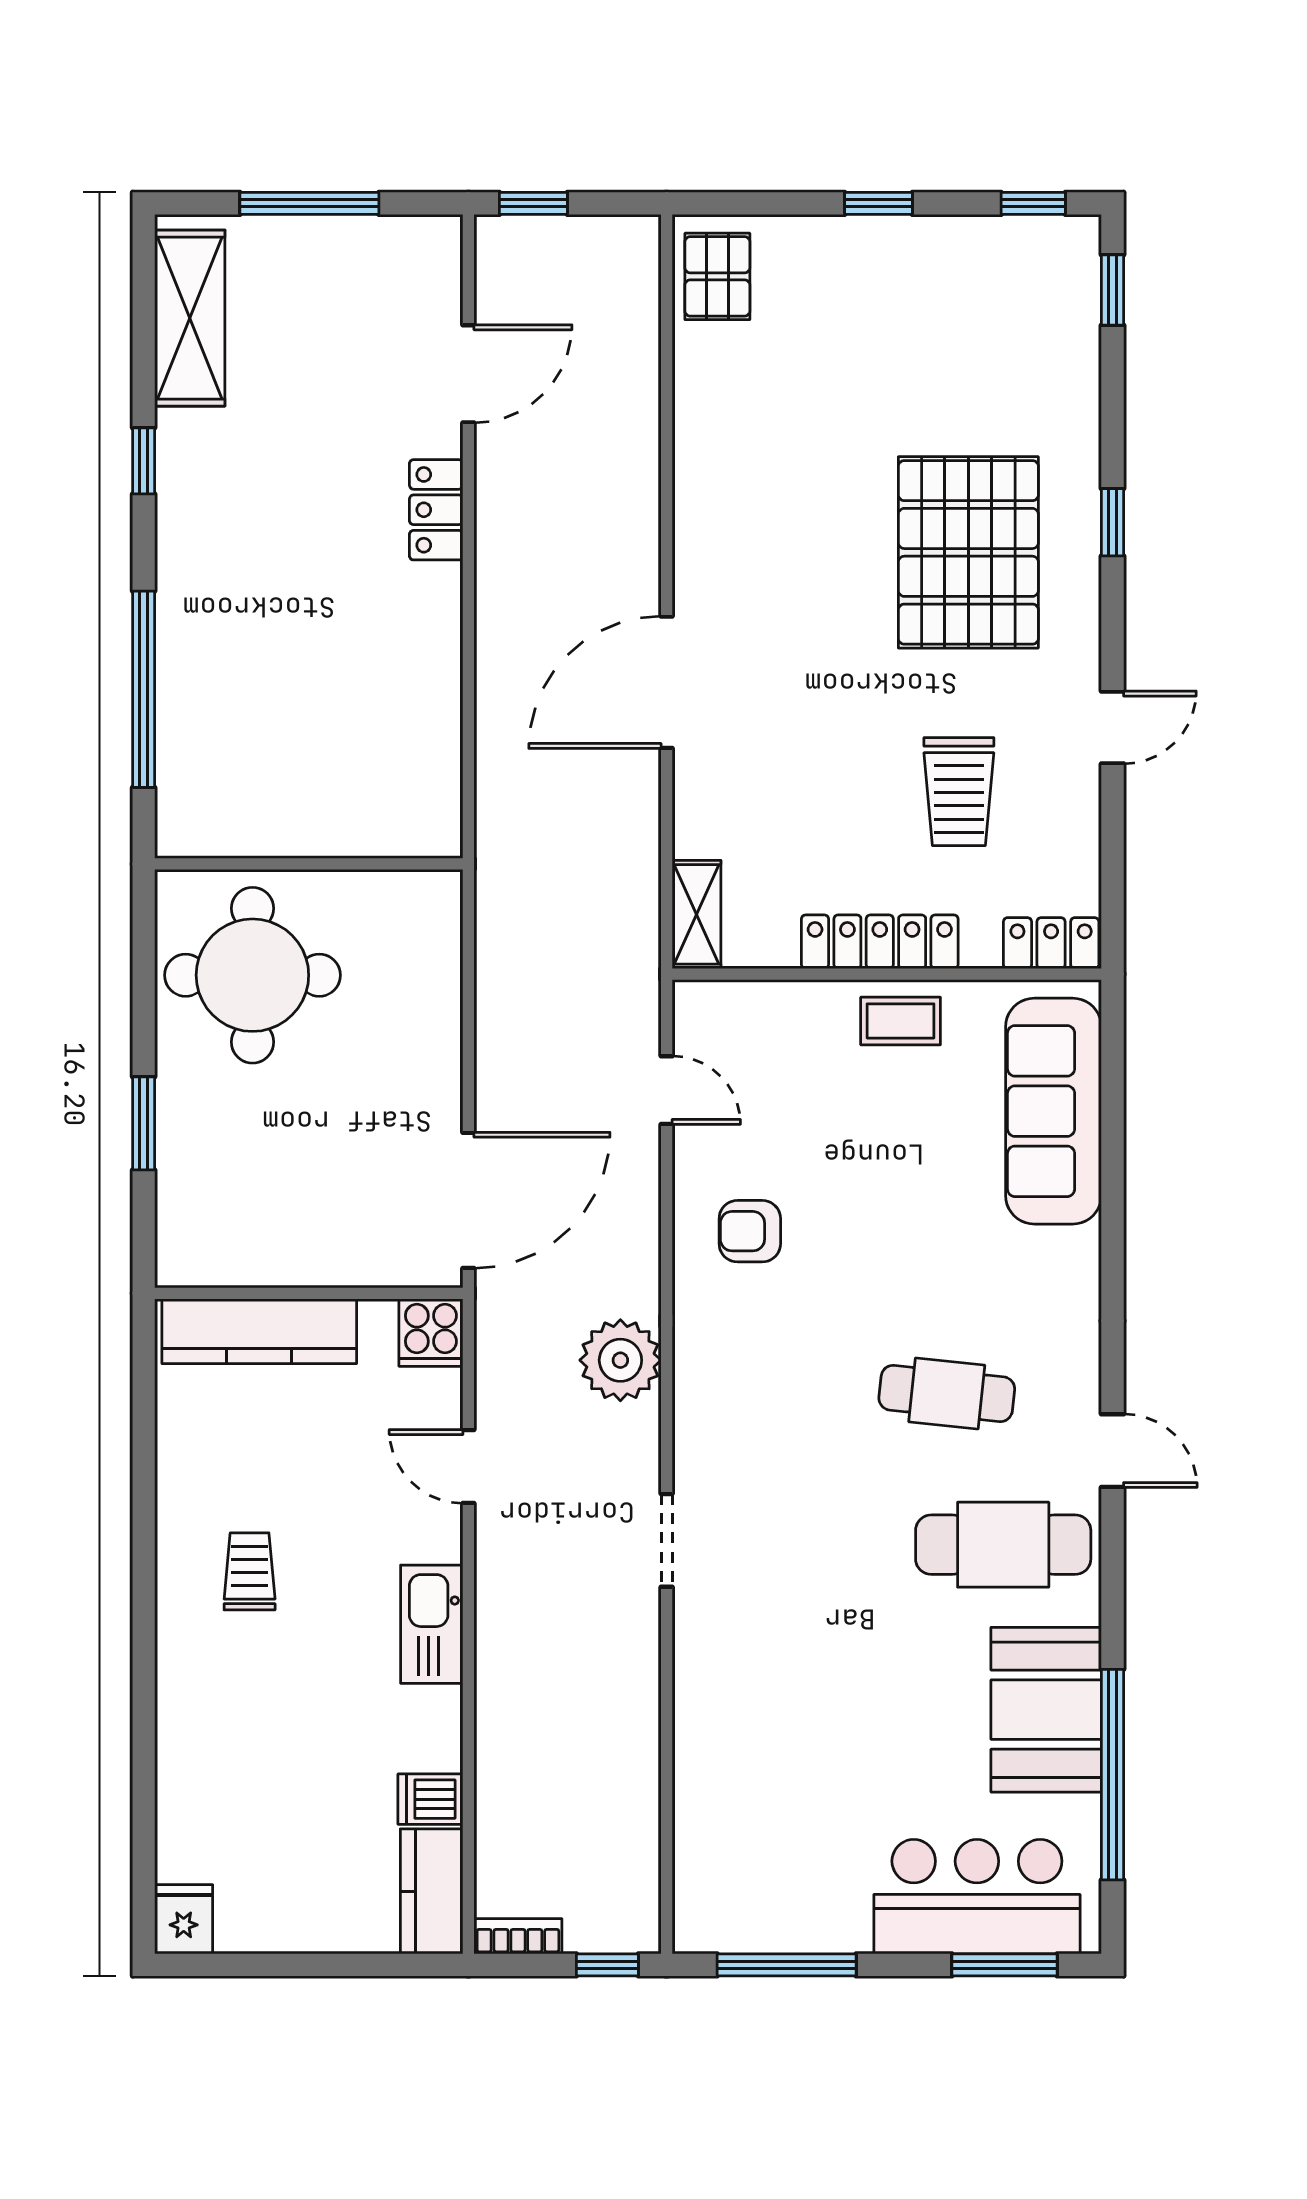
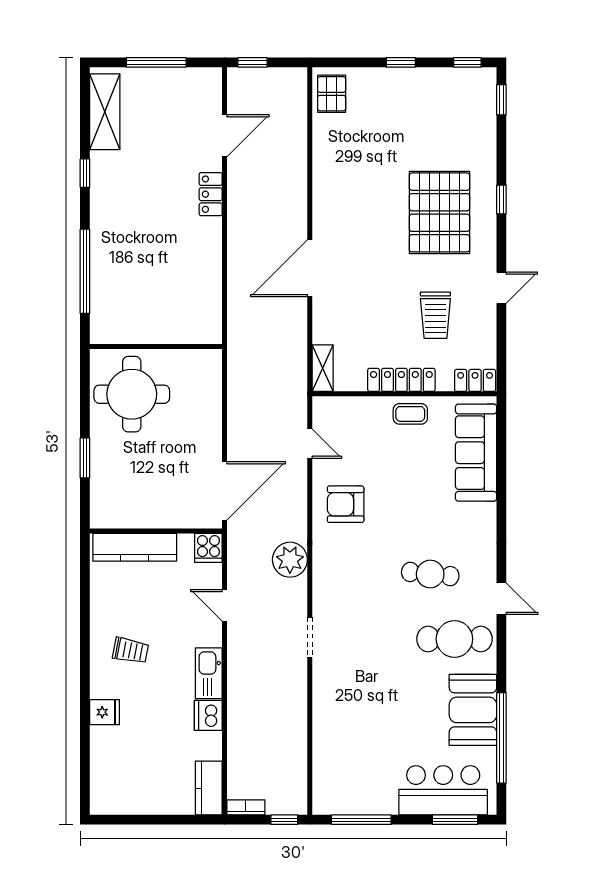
armchair: (750, 1231) -> (346, 504), width x1.38, depth x1.38
trolley: (250, 1571) -> (131, 650), turned 101
dishwasher: (430, 1799) -> (208, 715), moved, width x1.38
fridge: (184, 1919) -> (105, 712), moved, turned 90

